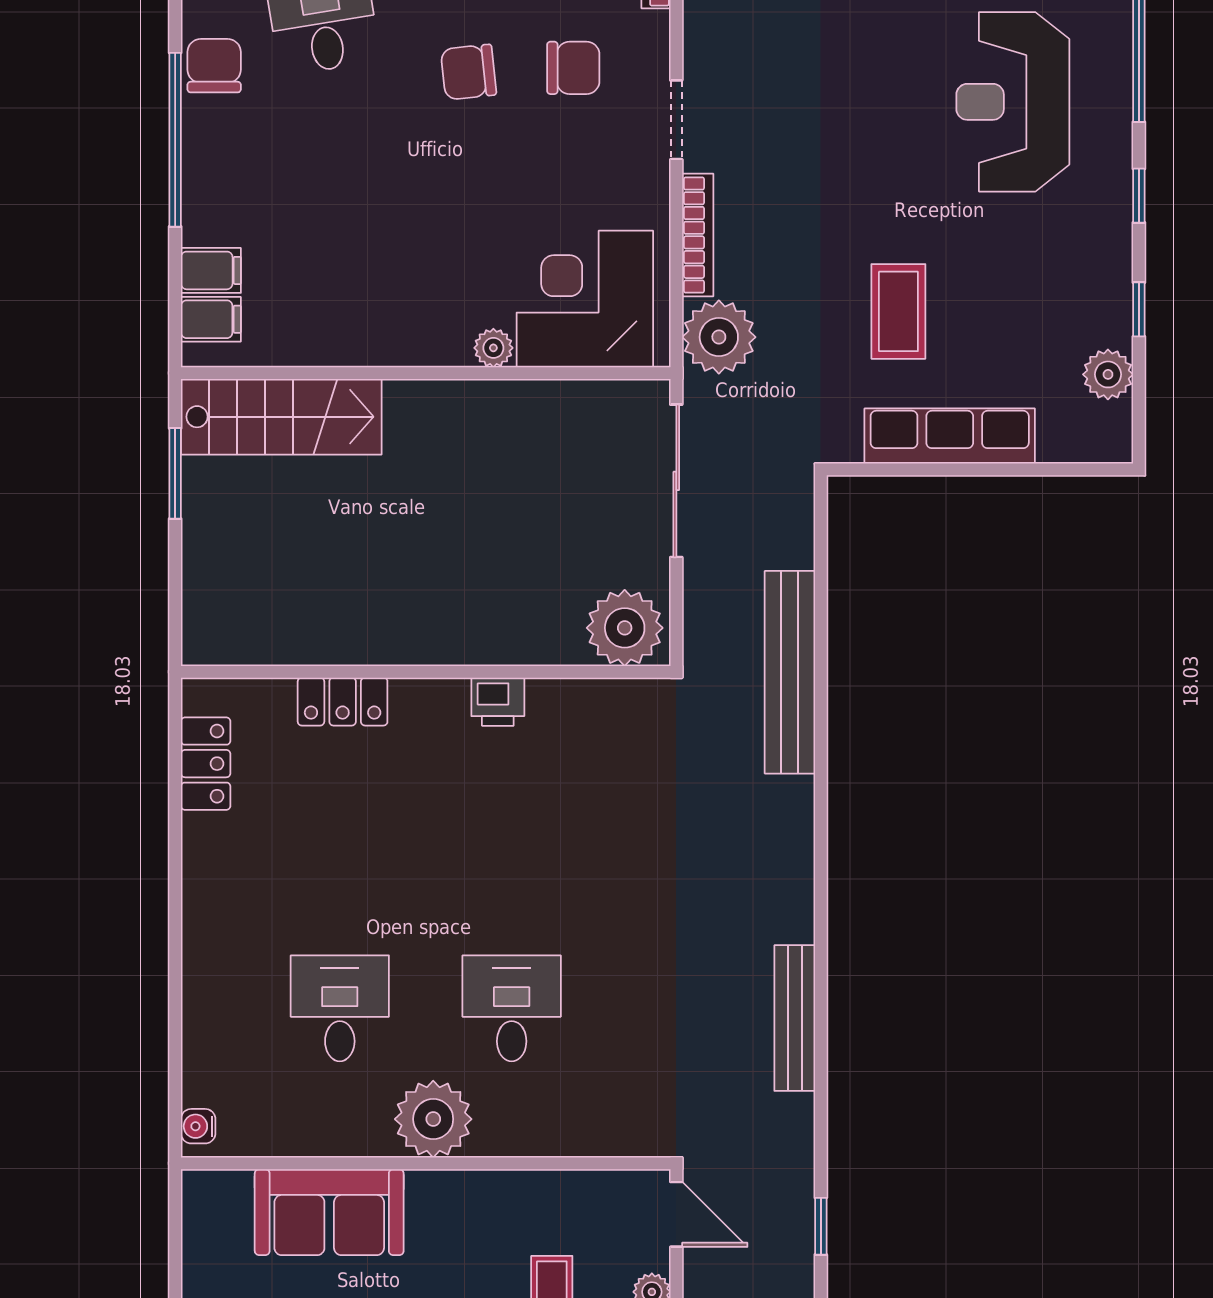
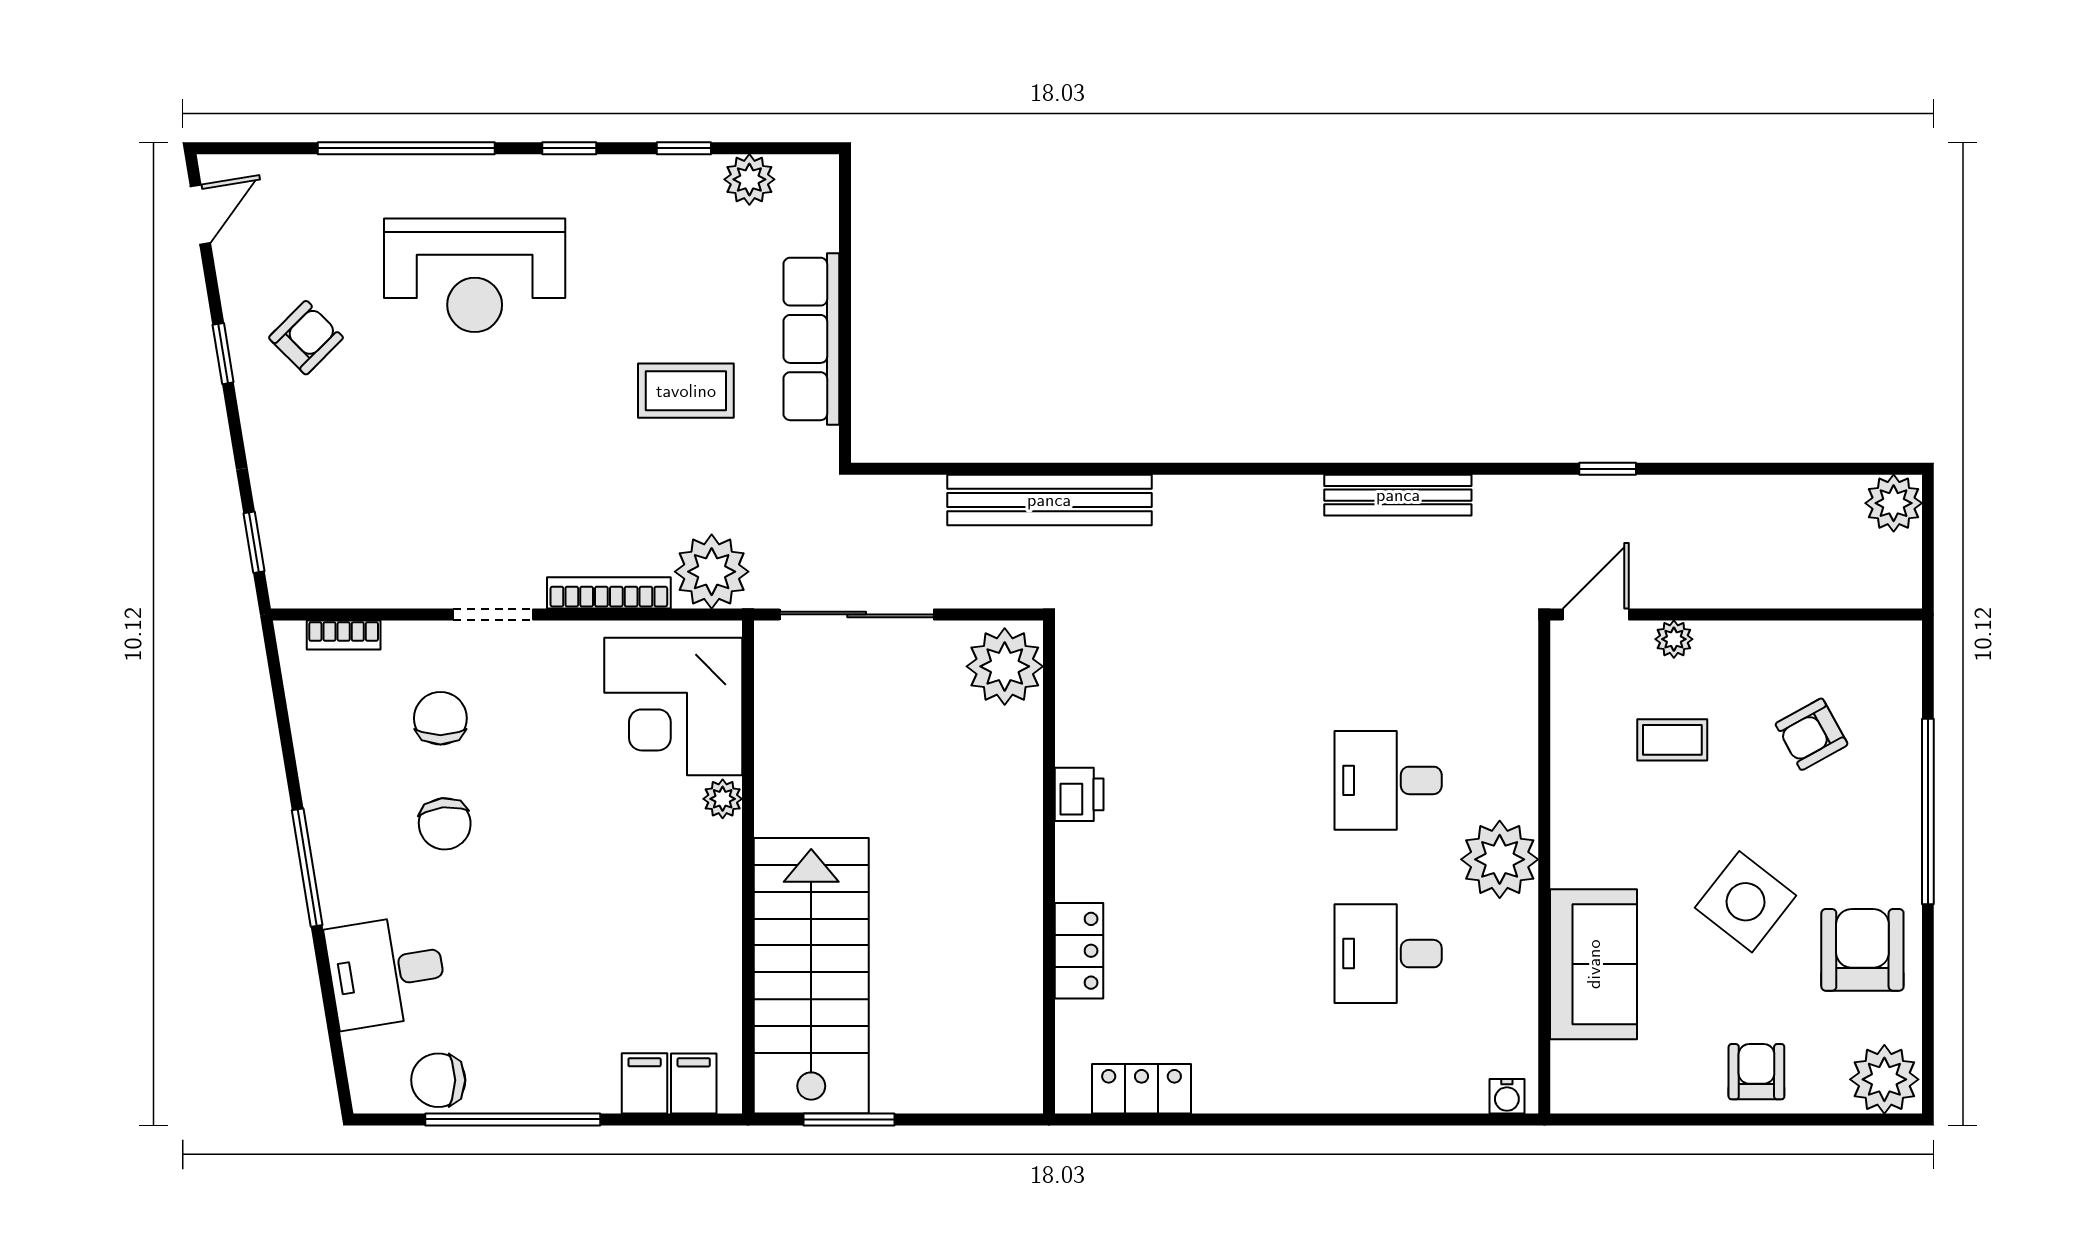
stairs: (281, 417) -> (811, 976), width x1.36, depth x1.51

